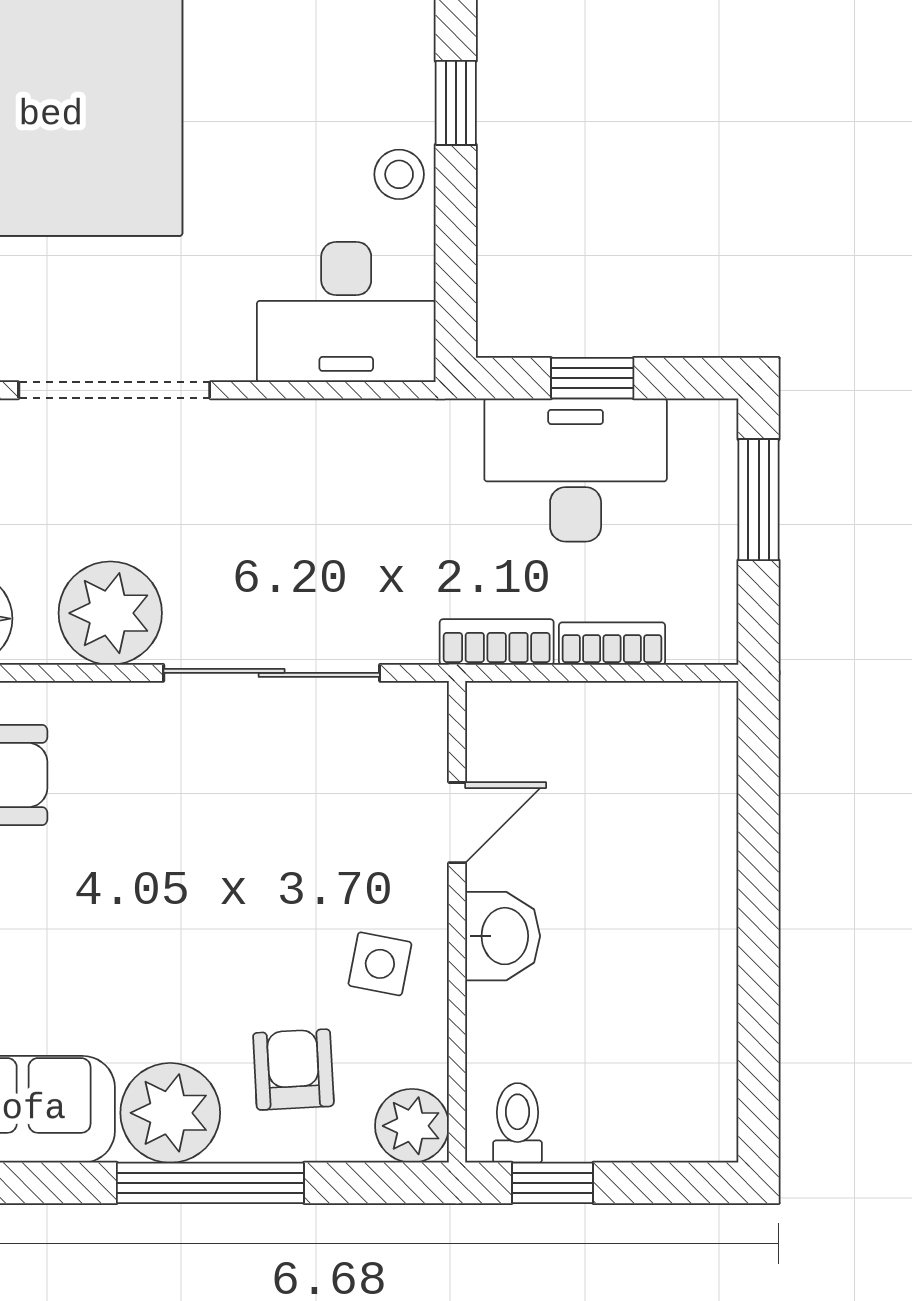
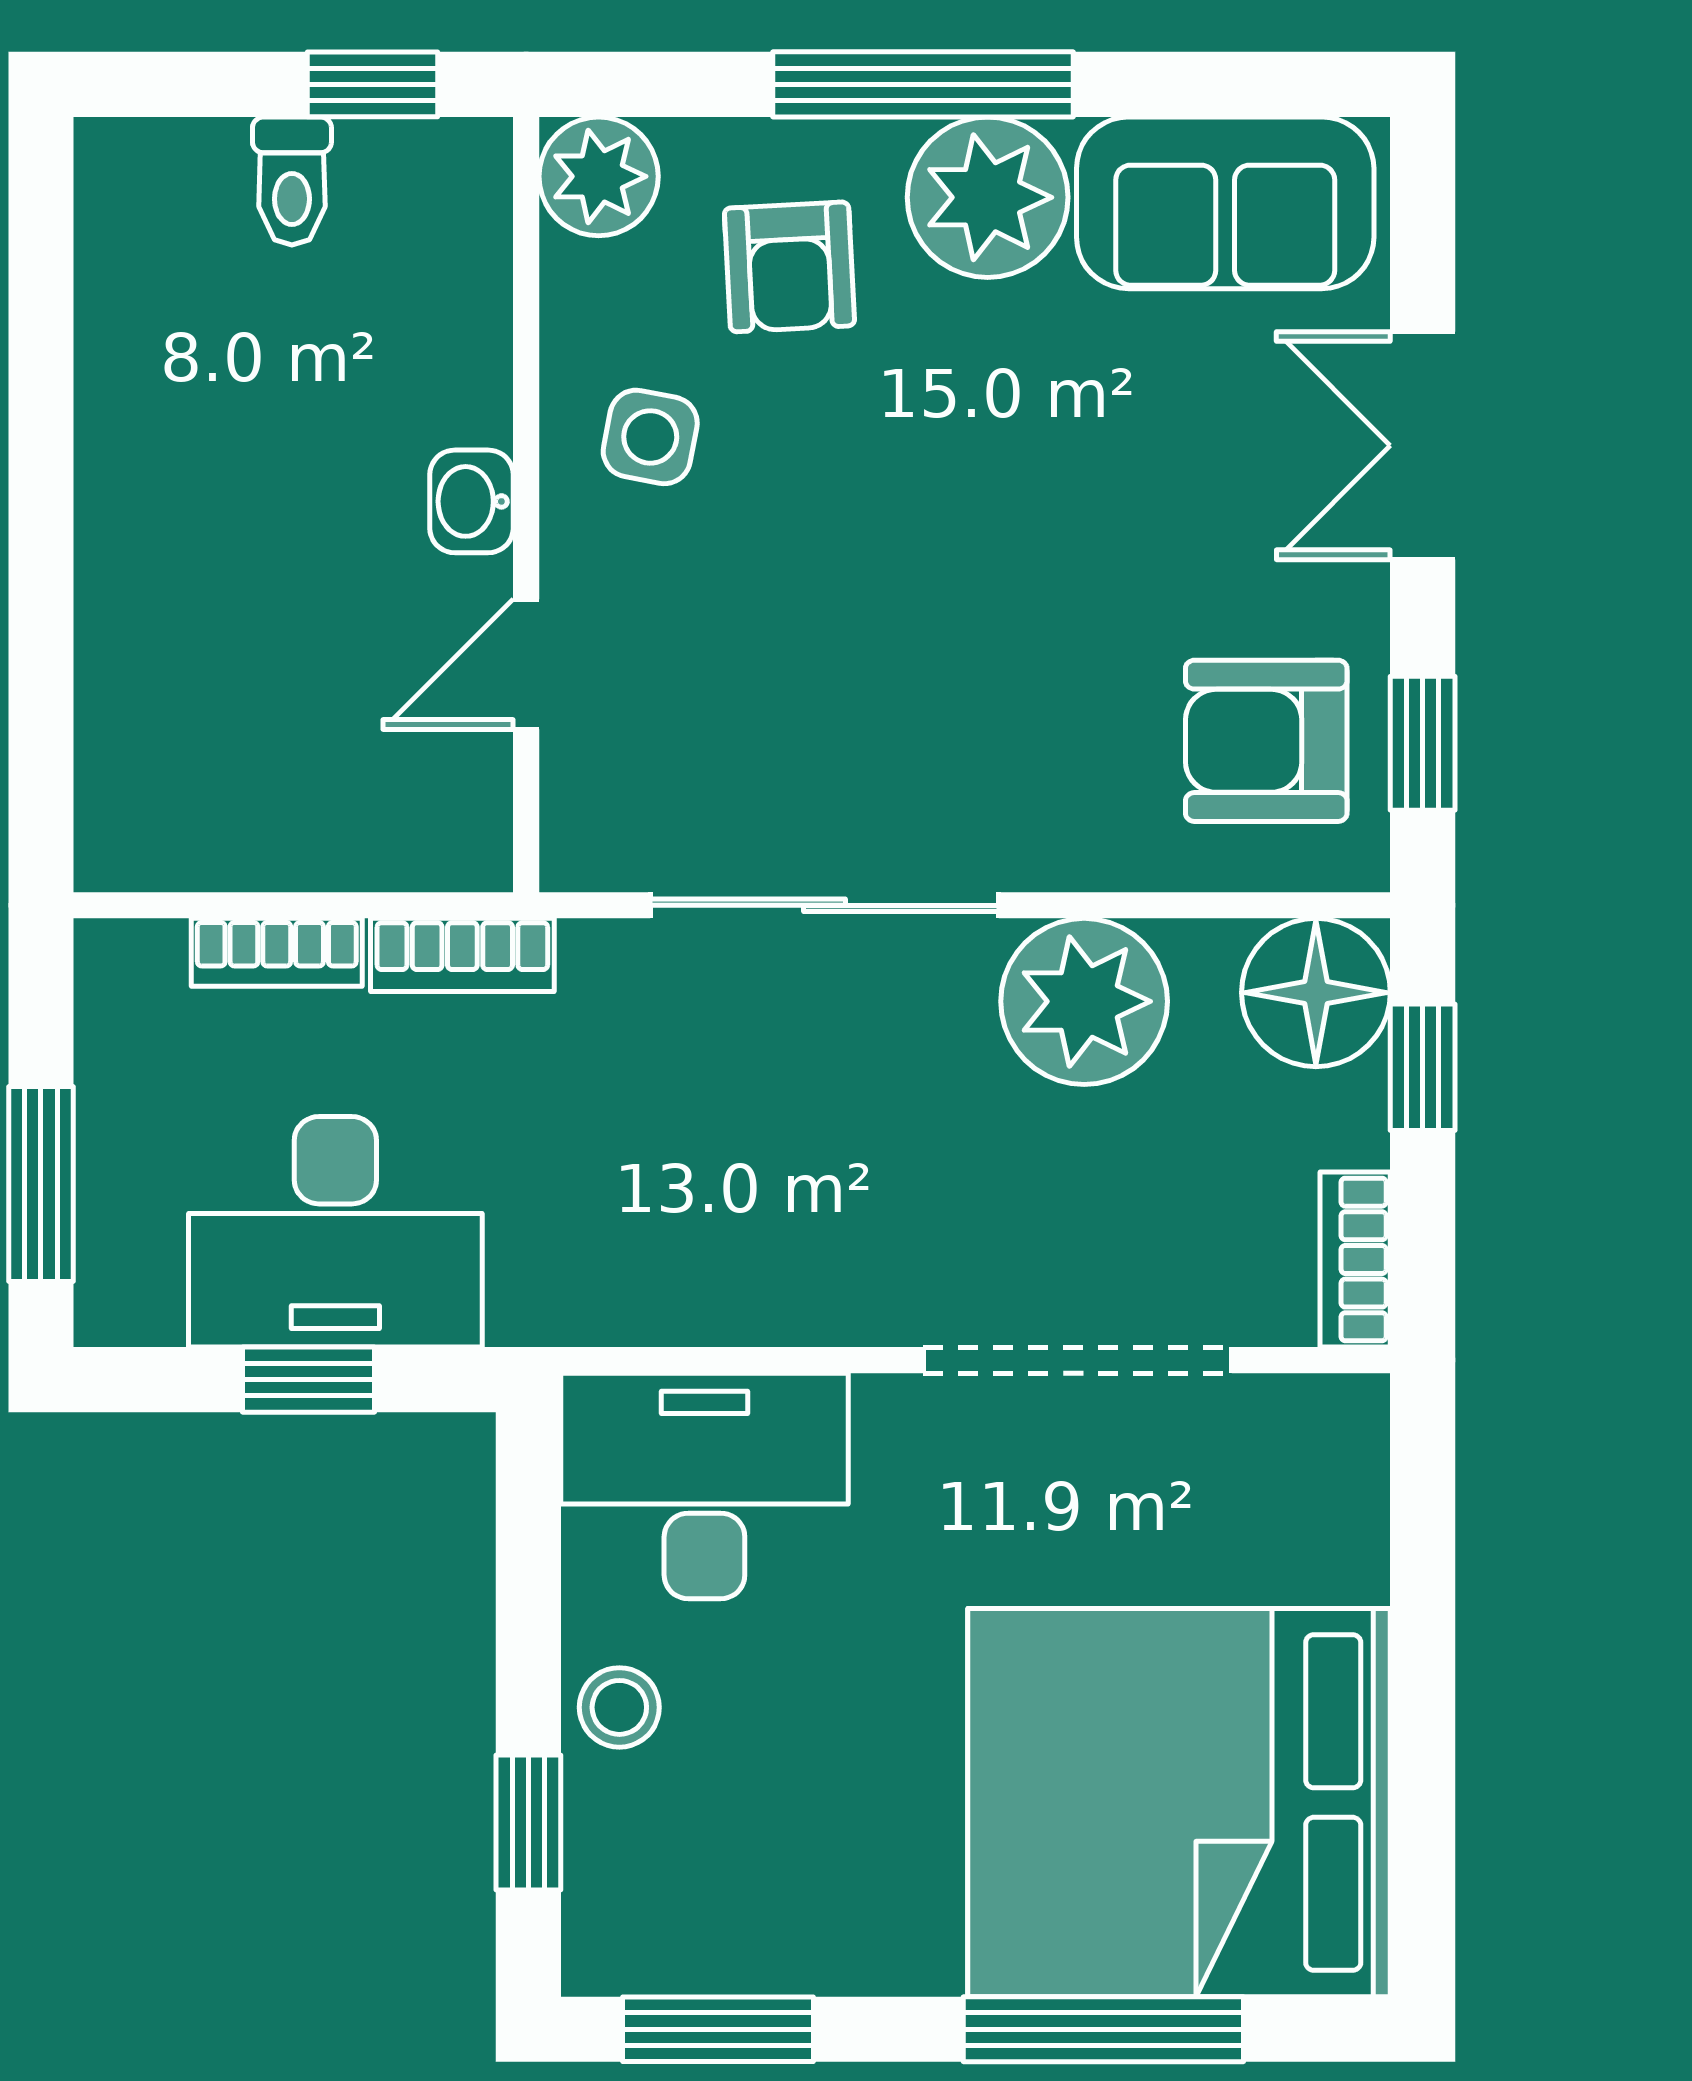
washbasin: (503, 936) -> (471, 501), width x0.72, depth x0.69
toilet: (518, 1123) -> (292, 181), moved

